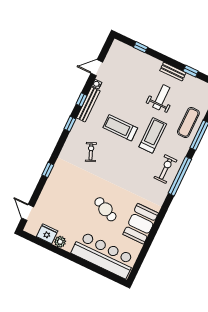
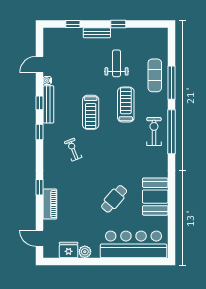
window: (191, 71) -> (118, 24), moved
bench: (173, 72) -> (97, 33), moved
treadmill: (120, 128) -> (91, 112), turned -90
piano: (50, 188) -> (50, 204), added
cafe table: (105, 209) -> (114, 199), turned -74

